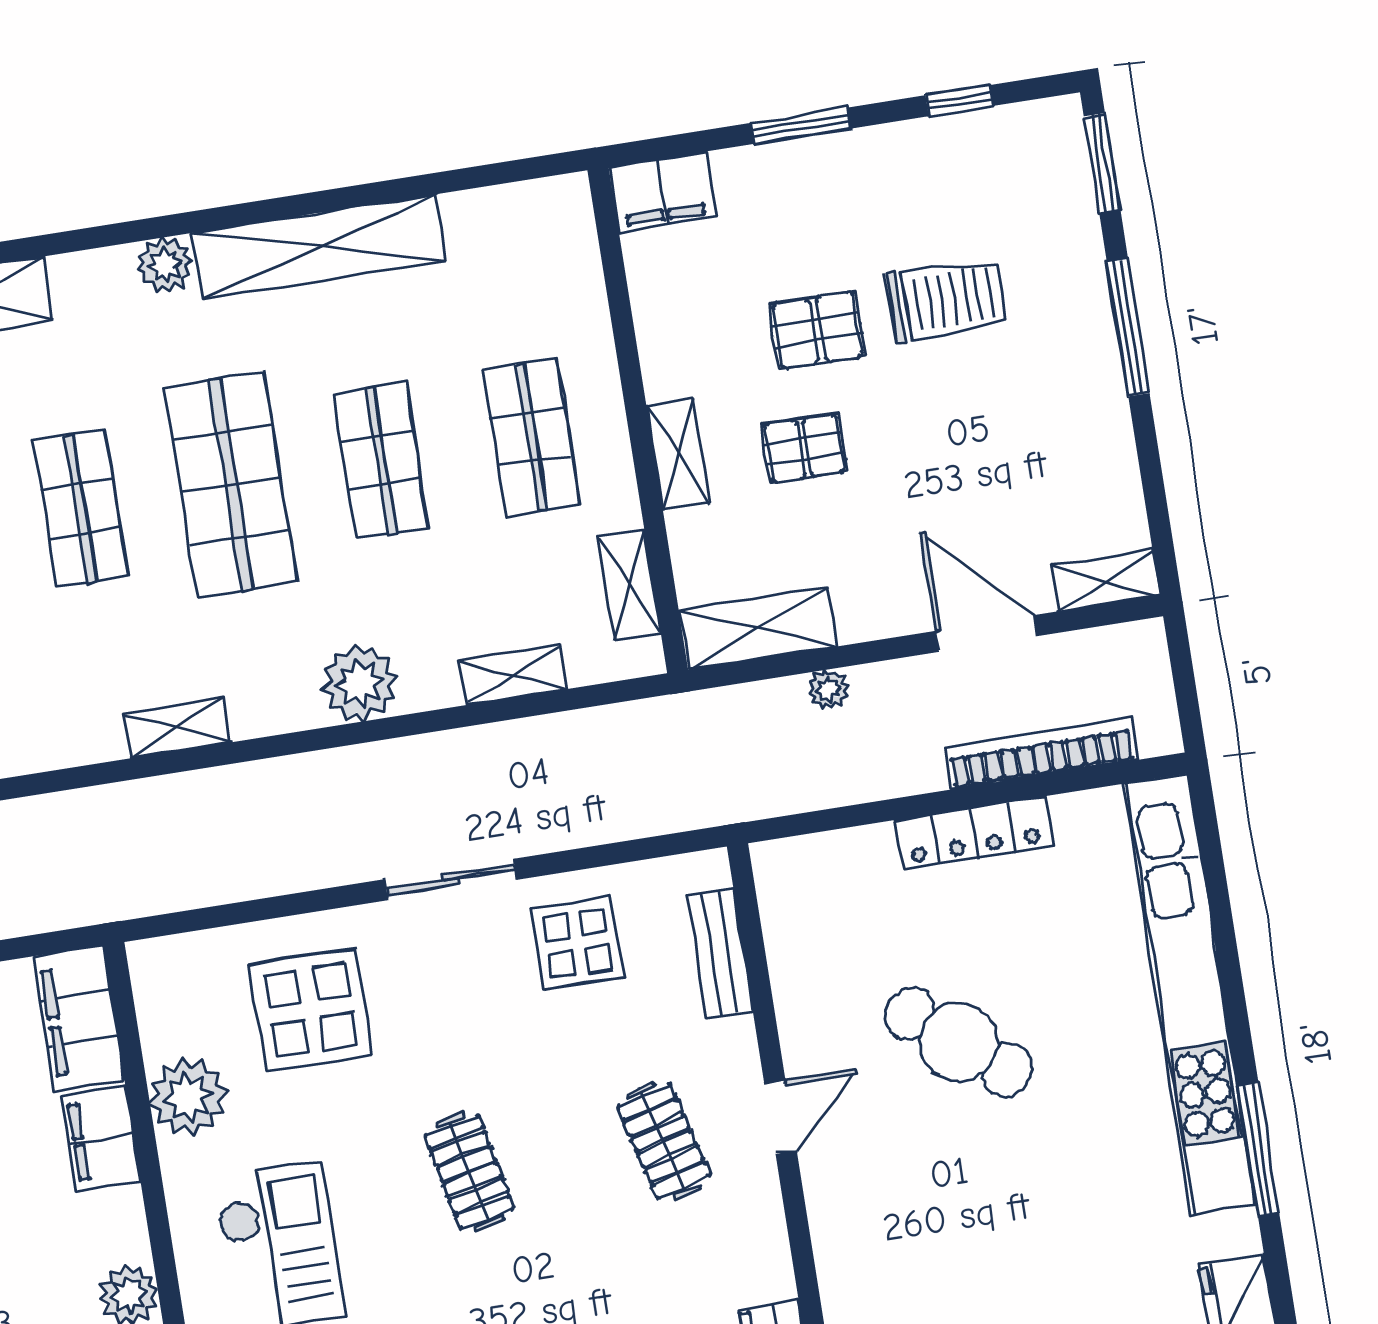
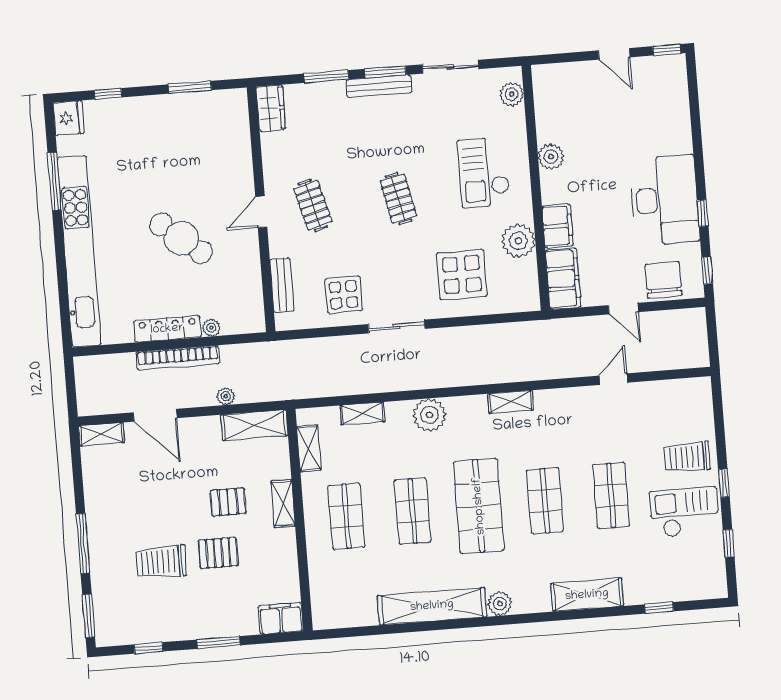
bookcase: (1041, 754) -> (178, 358), moved
plant: (874, 844) -> (211, 328), added

